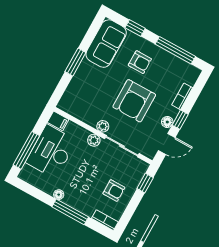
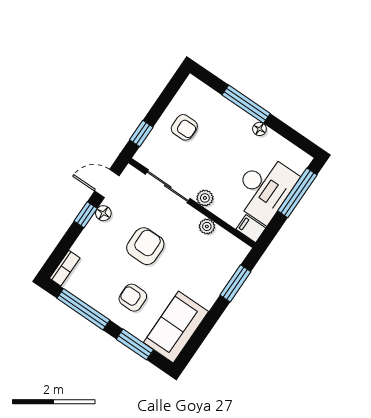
window: (135, 28) -> (135, 344), width x1.50
window: (75, 62) -> (235, 283), moved
bookcase: (182, 96) -> (65, 268), moved
armchair: (134, 101) -> (145, 246), width x0.73, depth x0.73
plant: (103, 126) -> (207, 226), moved
armchair: (114, 191) -> (184, 127), turned 180
bookcase: (105, 220) -> (200, 89), removed

